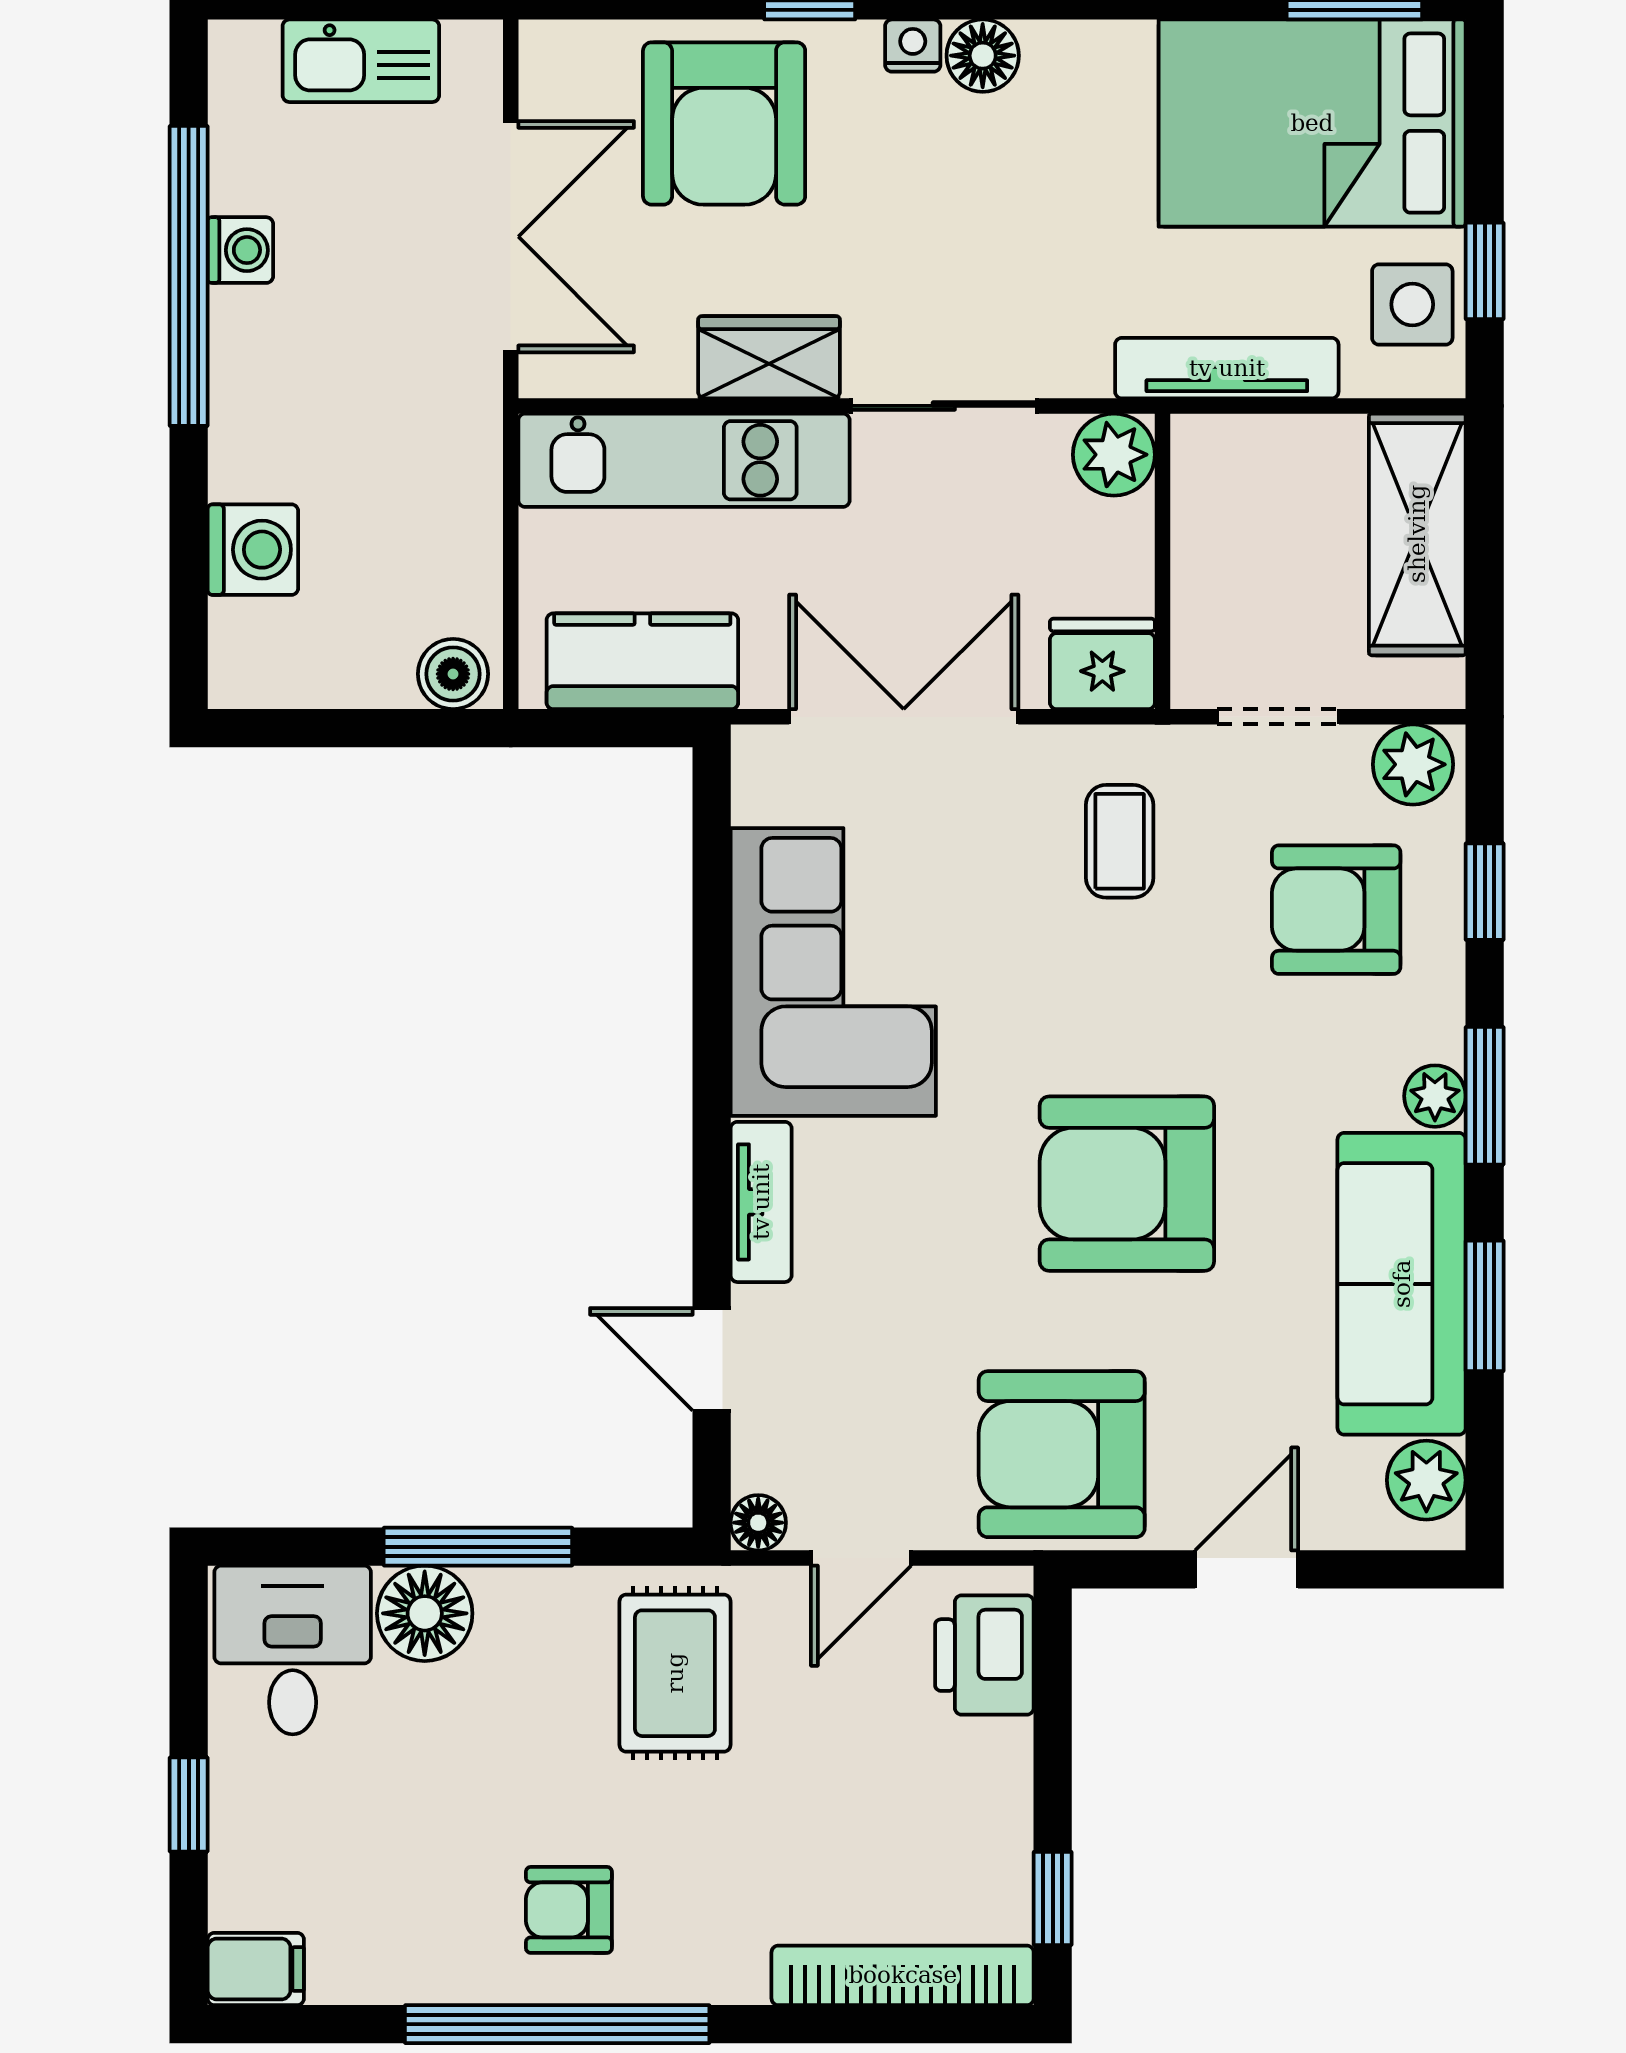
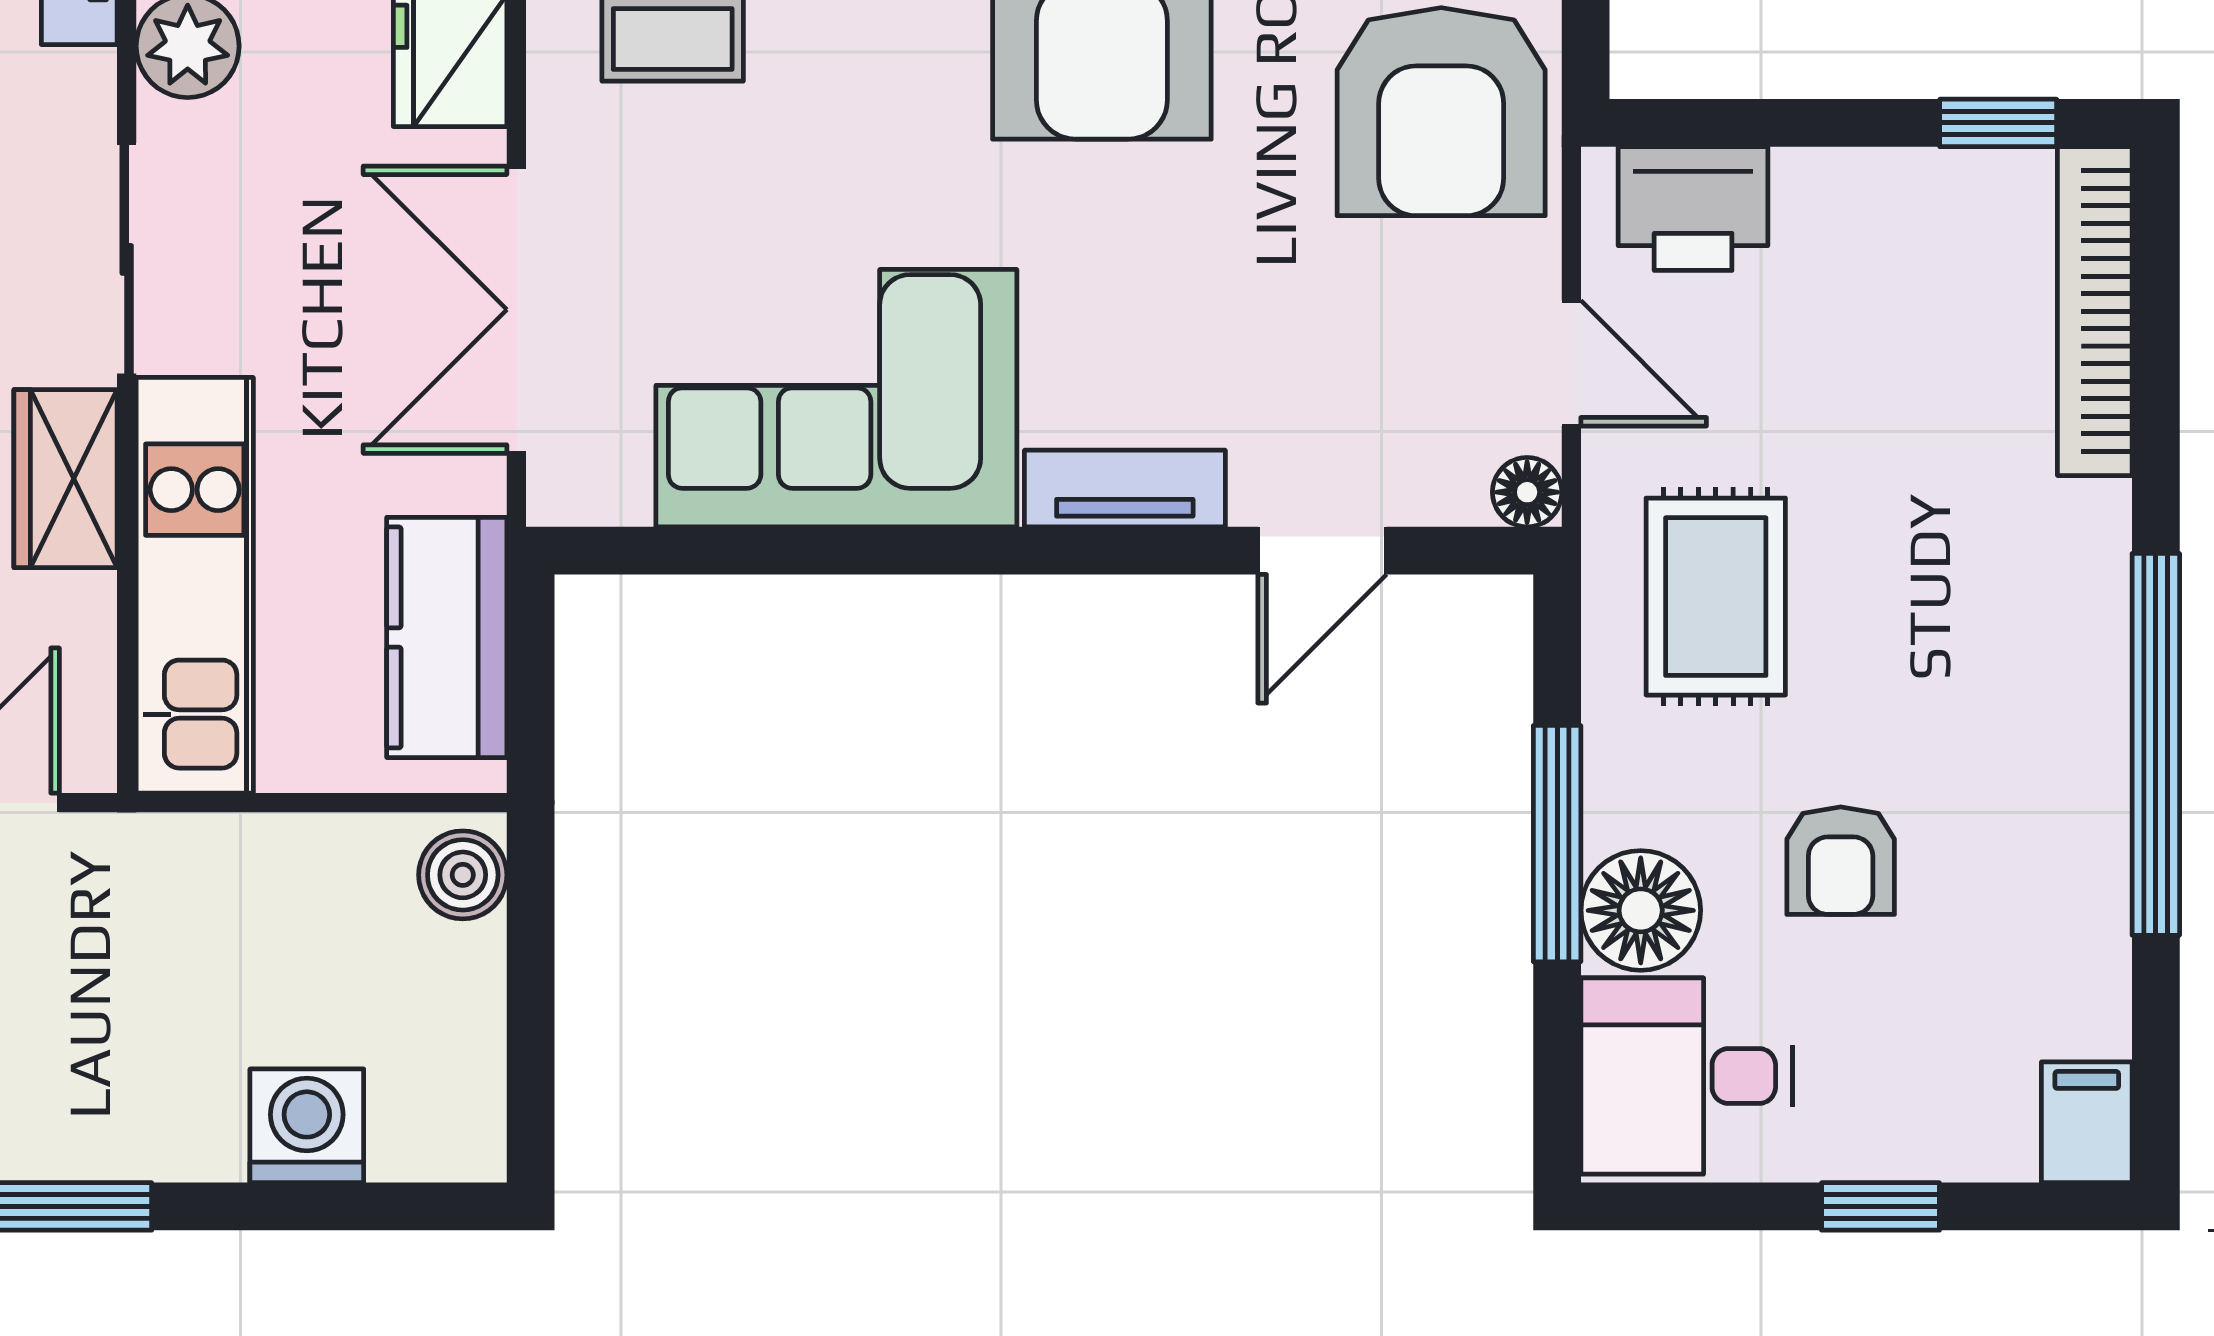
rug: (675, 1673) -> (1716, 597), turned 90
armchair: (569, 1910) -> (1841, 861), moved

